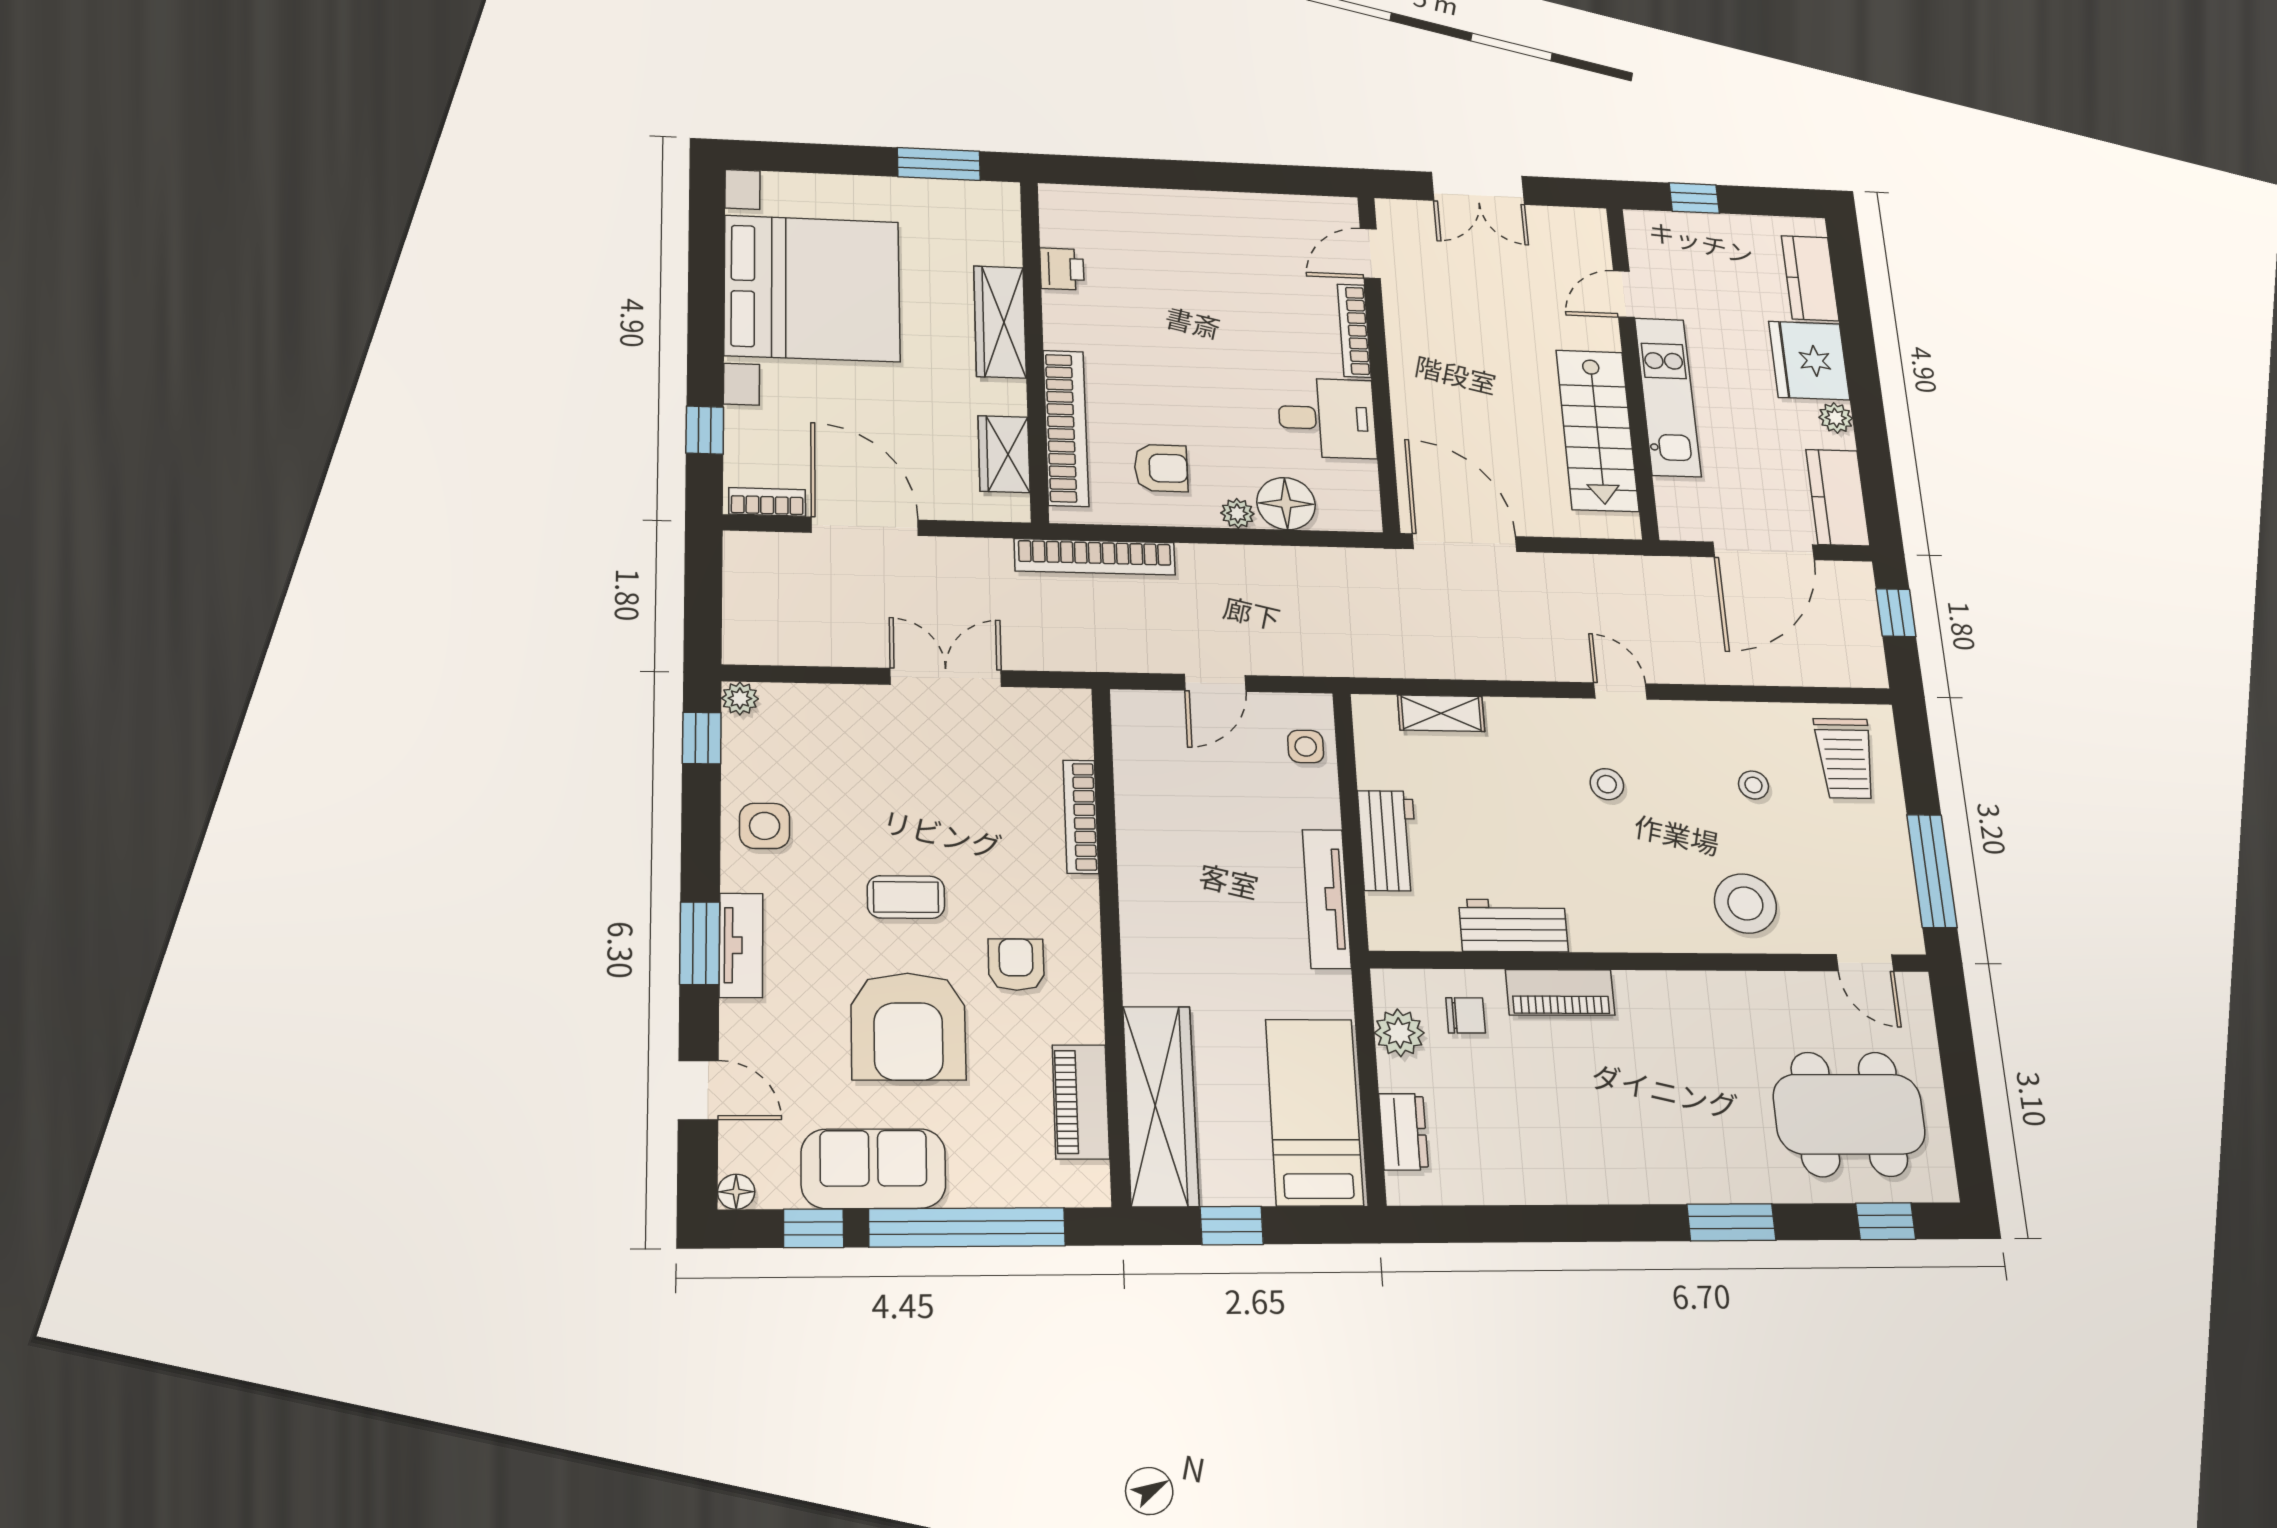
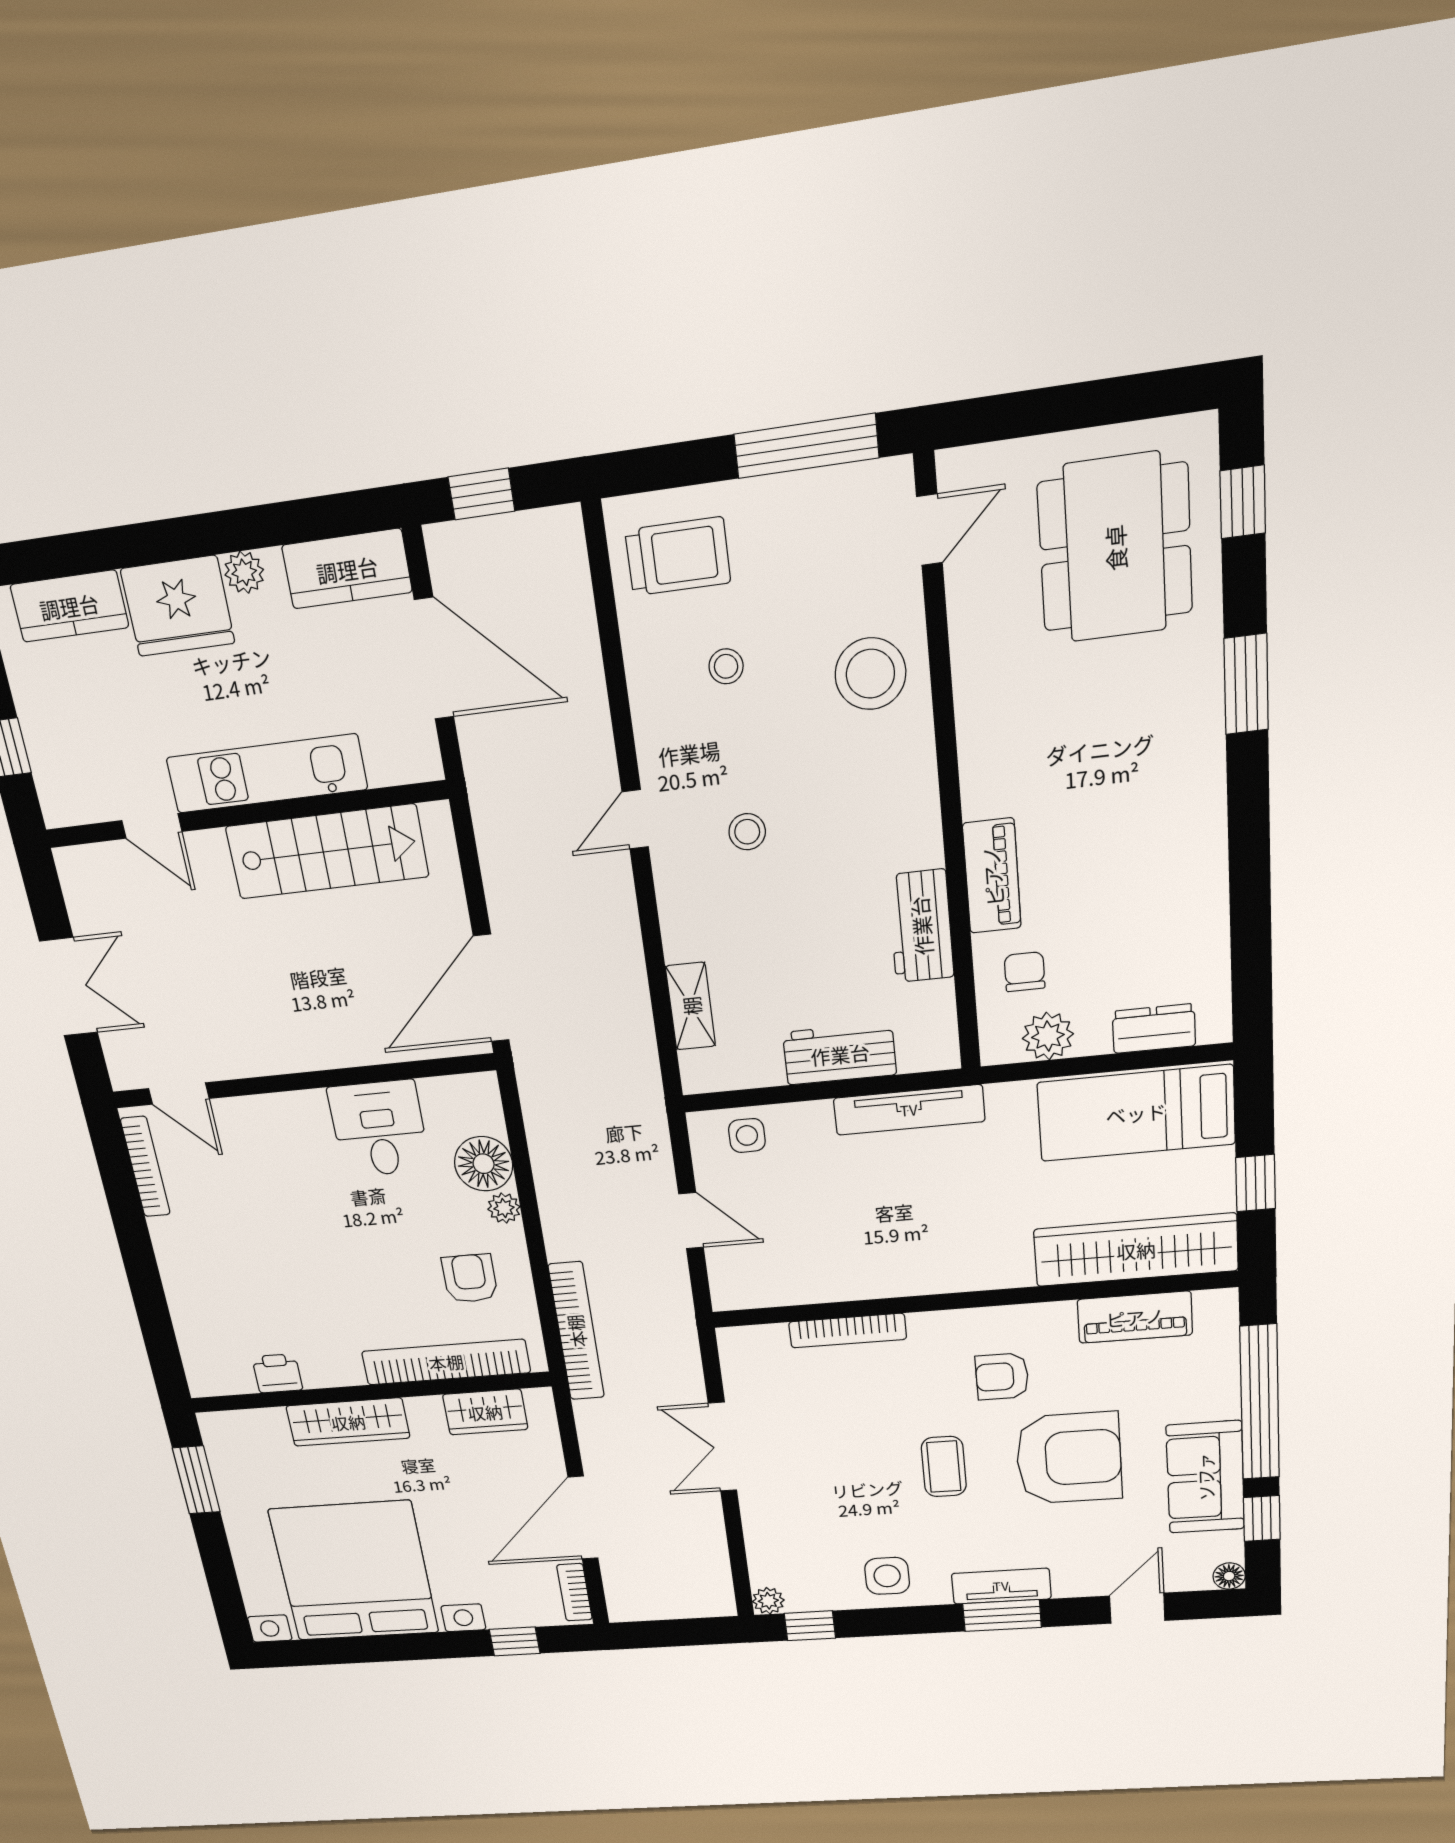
bookcase: (1354, 331) -> (145, 1167), moved, turned -90

